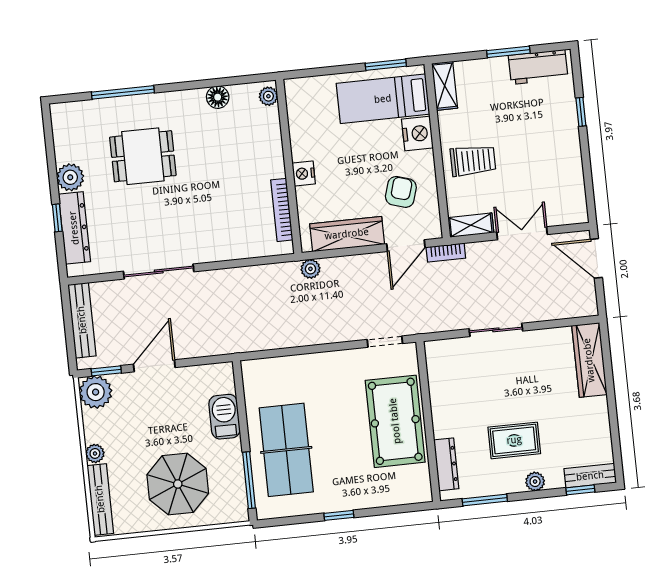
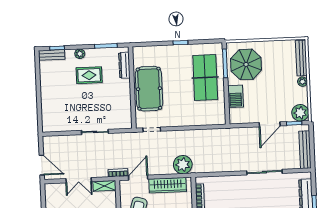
plant: (310, 269) -> (183, 165), width x1.88, depth x1.88
wardrobe: (589, 360) -> (48, 114), removed
parasol: (178, 484) -> (246, 64), moved

